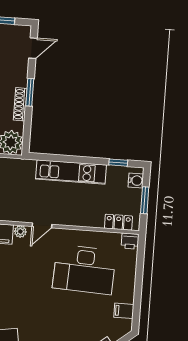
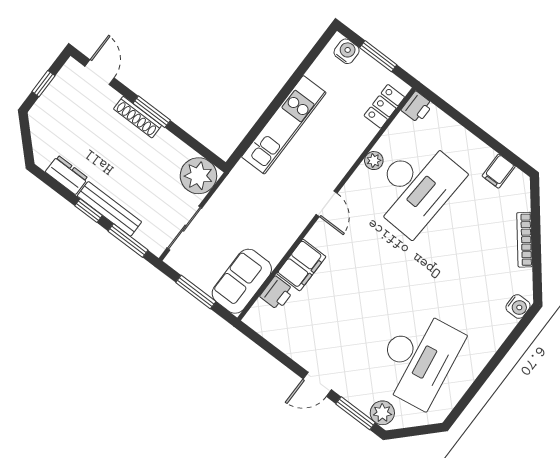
shoe rack: (20, 104) -> (138, 117), moved
window: (118, 163) -> (310, 58), removed
plant: (20, 231) -> (374, 161), moved

